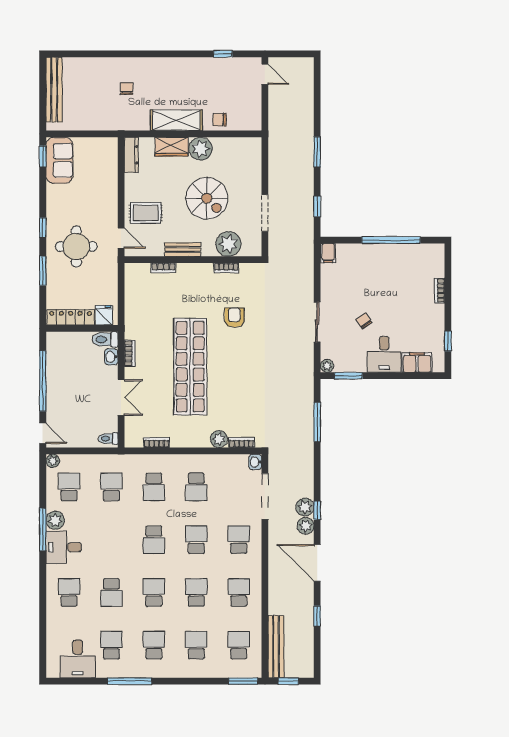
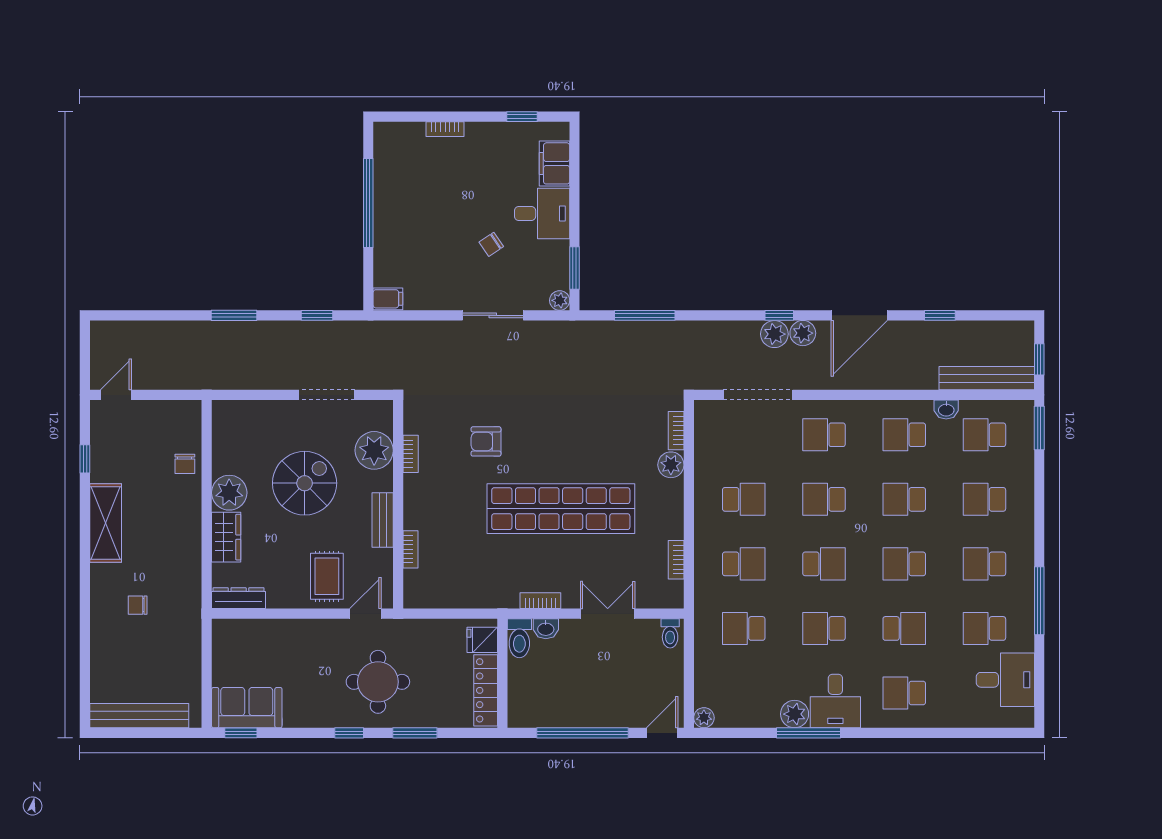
shelving: (176, 120) -> (106, 523), moved
washbasin: (255, 462) -> (946, 410), moved
school desk: (69, 487) -> (824, 628), moved

